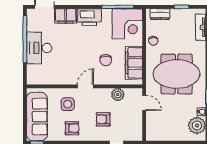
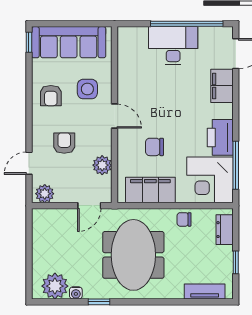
printer: (89, 17) -> (220, 137), moved
plant: (136, 132) -> (45, 194), added

